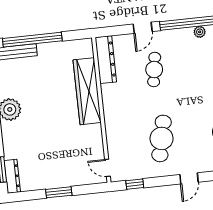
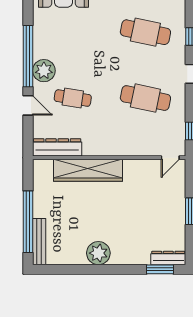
plant: (200, 32) -> (44, 71), moved, width x1.88, depth x1.88

